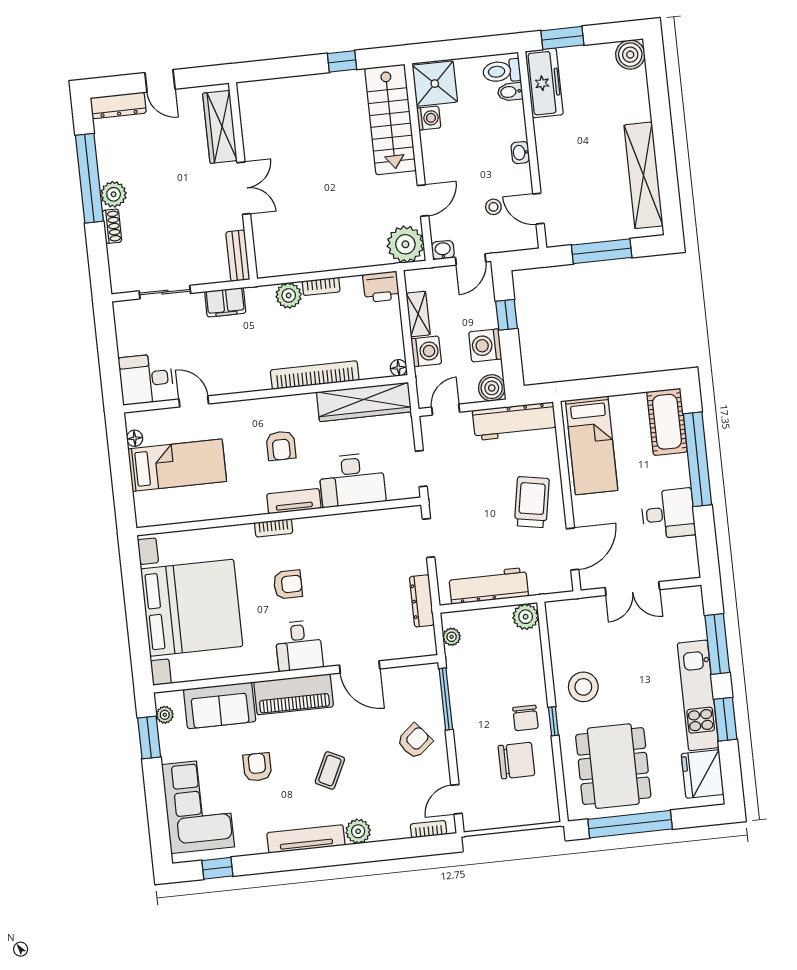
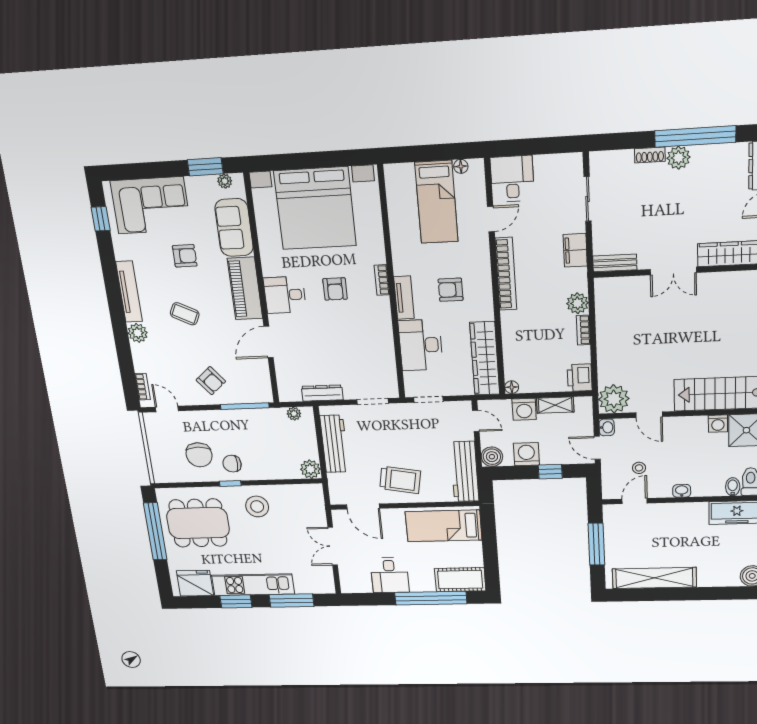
bookcase: (315, 375) -> (506, 274), moved

